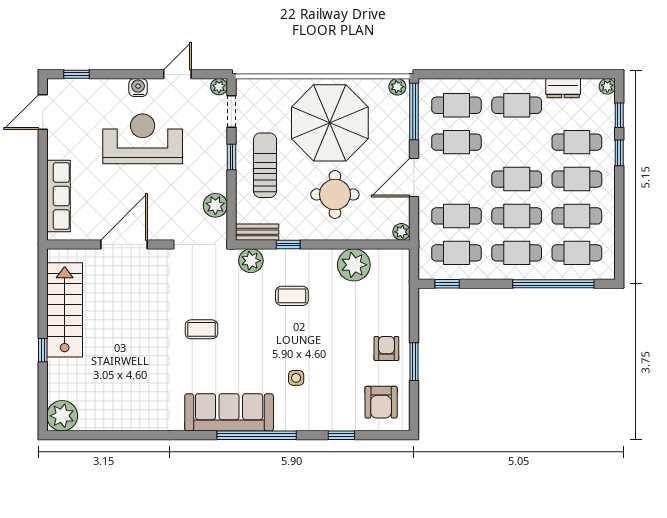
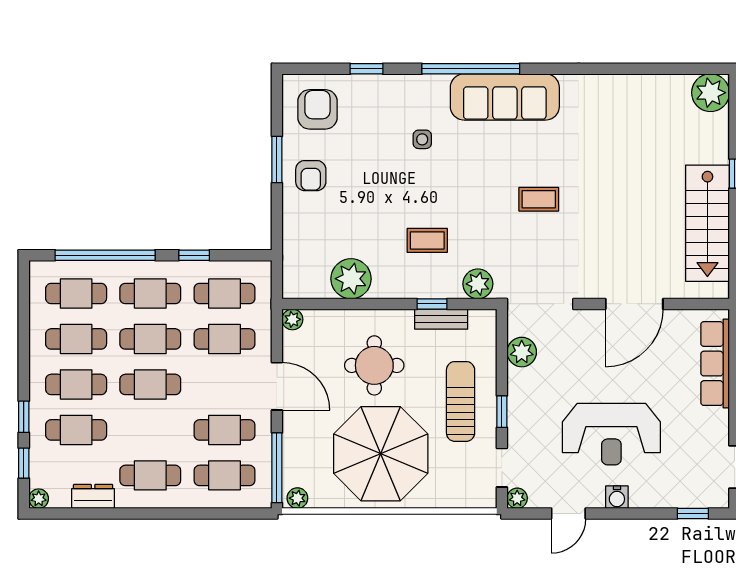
sun lounger: (265, 165) -> (461, 401), turned 180
door: (414, 178) -> (277, 386), hinge flipped
bench: (257, 232) -> (441, 319), moved
window: (447, 284) -> (194, 255), moved

